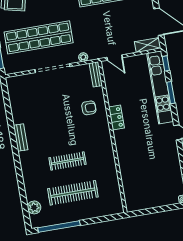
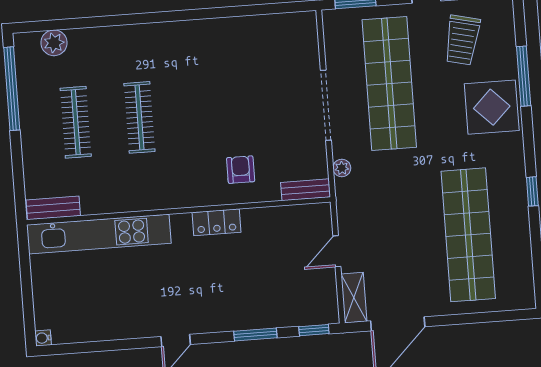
door: (115, 58) -> (337, 251), moved
kitchen unit: (160, 87) -> (99, 234), moved, turned 180
armchair: (89, 108) -> (241, 170), turned 180
bench: (21, 138) -> (53, 208), moved
clothes rail: (73, 193) -> (76, 122), width x0.73, depth x0.76

